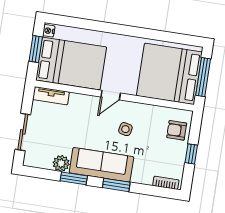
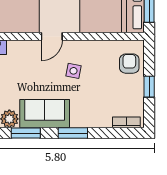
armchair: (177, 130) -> (129, 64), turned 90
sofa: (101, 165) -> (45, 114), width x0.73

